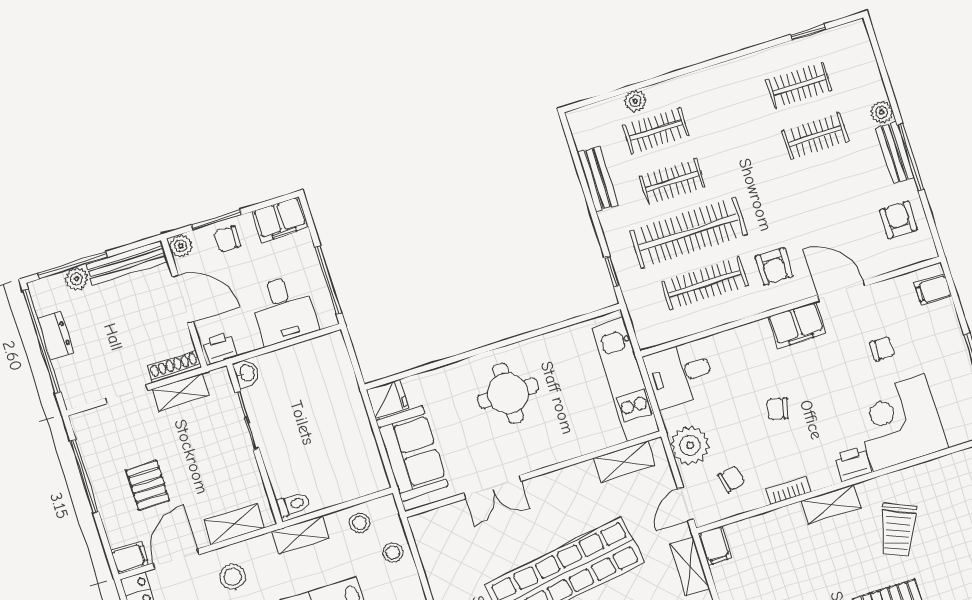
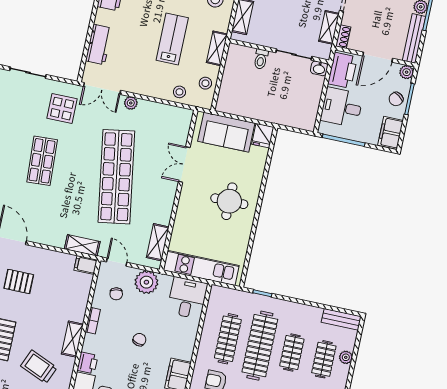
bench: (598, 179) -> (341, 319), moved
chair: (227, 239) -> (396, 99), turned -145
printer: (220, 348) -> (343, 70), width x1.87, depth x1.48
shoe rack: (174, 367) -> (343, 37), width x0.70
toilet: (293, 504) -> (261, 59), moved

